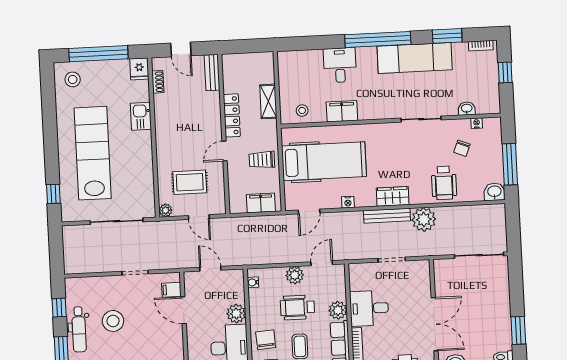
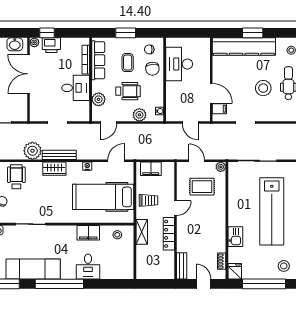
shelving: (268, 101) -> (142, 232), moved
plant: (295, 275) -> (139, 115), moved
plant: (338, 310) -> (99, 99), moved
plant: (236, 313) -> (173, 89), removed

